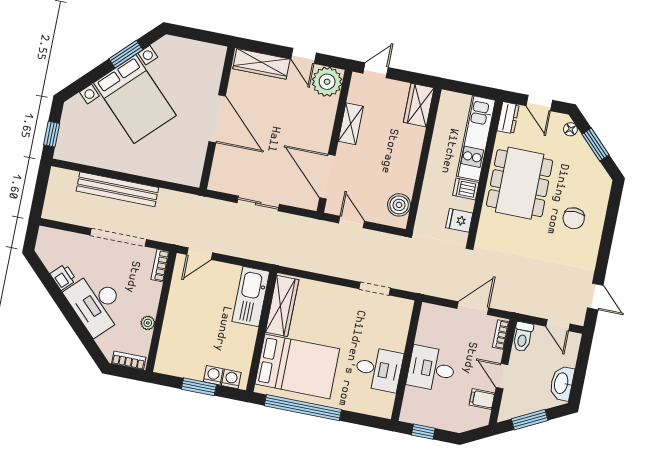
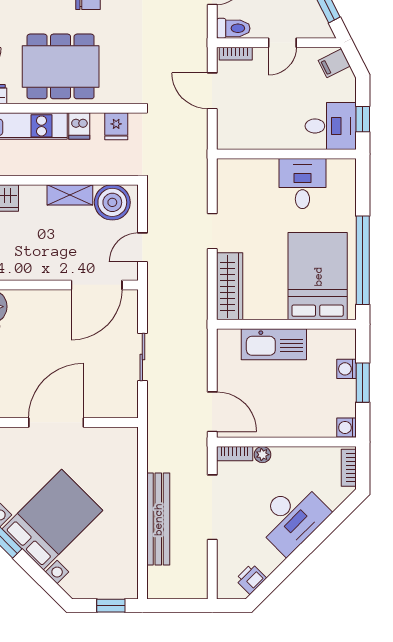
shelving: (351, 124) -> (70, 195), moved
boiler: (399, 205) -> (112, 202), width x1.37, depth x1.37
door: (200, 254) -> (212, 412), width x1.37
printer: (63, 277) -> (251, 579), moved
doorway: (375, 289) -> (212, 231), moved
kitchen sink: (251, 297) -> (274, 344), moved
wardrobe: (282, 306) -> (230, 286), moved, turned 90
plant: (148, 323) -> (262, 455), moved
desk: (431, 369) -> (331, 126), moved, turned -90
washing machine: (231, 379) -> (347, 427), moved
filing cabinet: (482, 399) -> (334, 63), moved, turned 63

